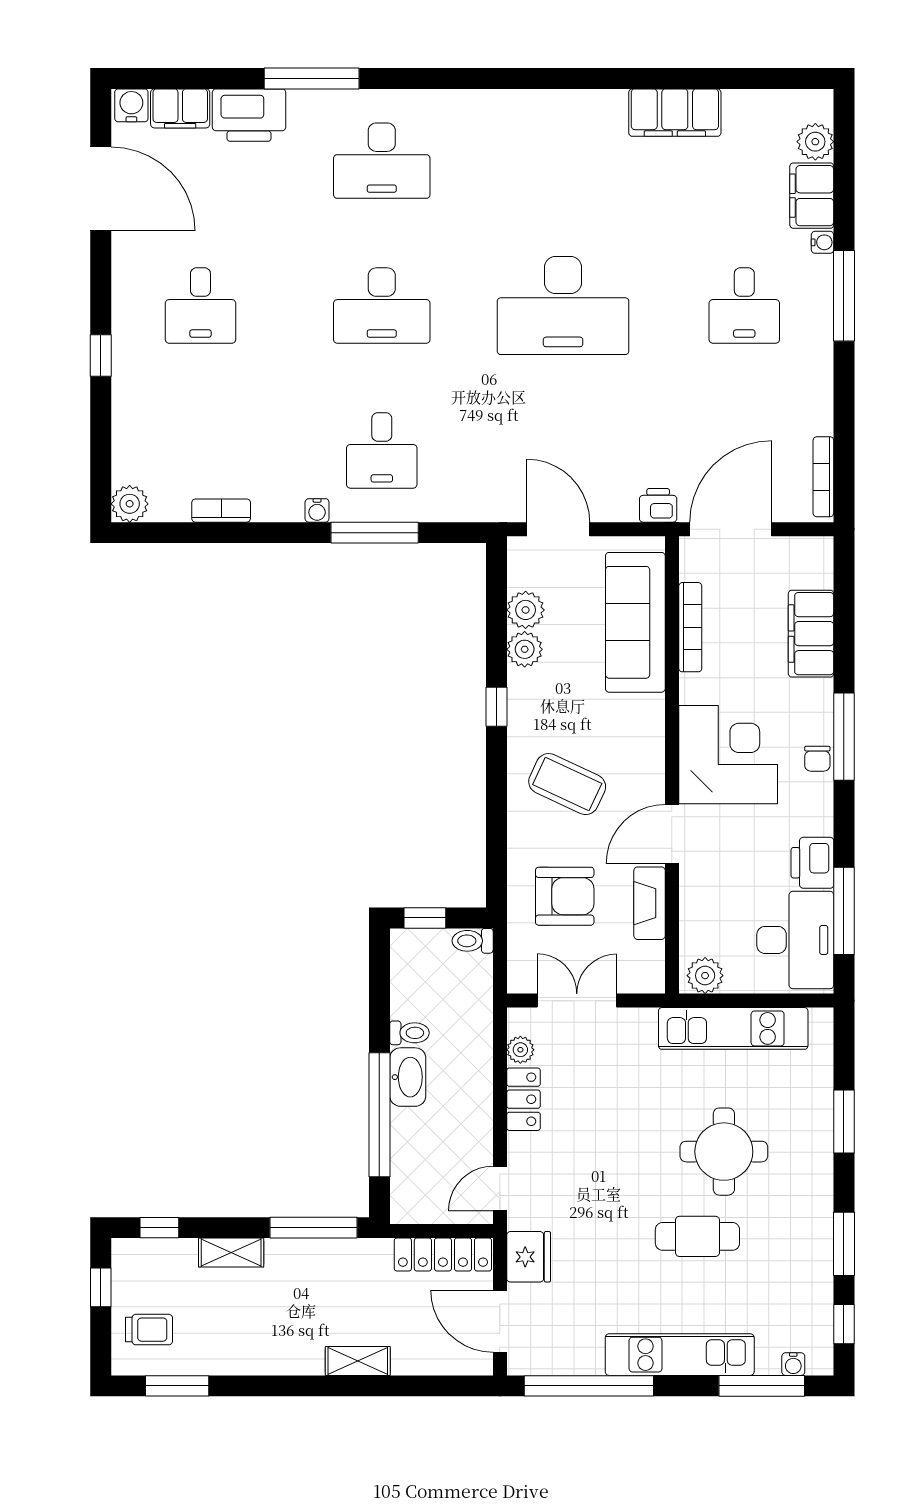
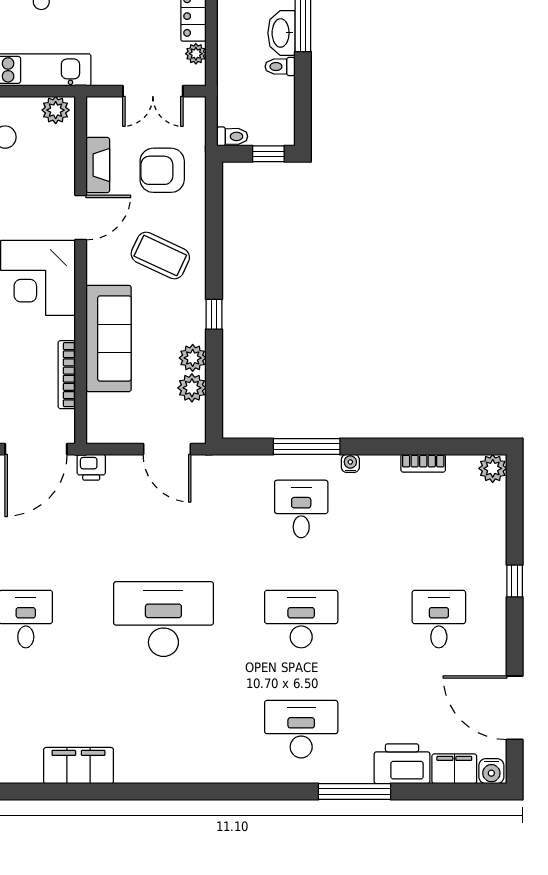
sofa: (635, 622) -> (109, 338), moved

